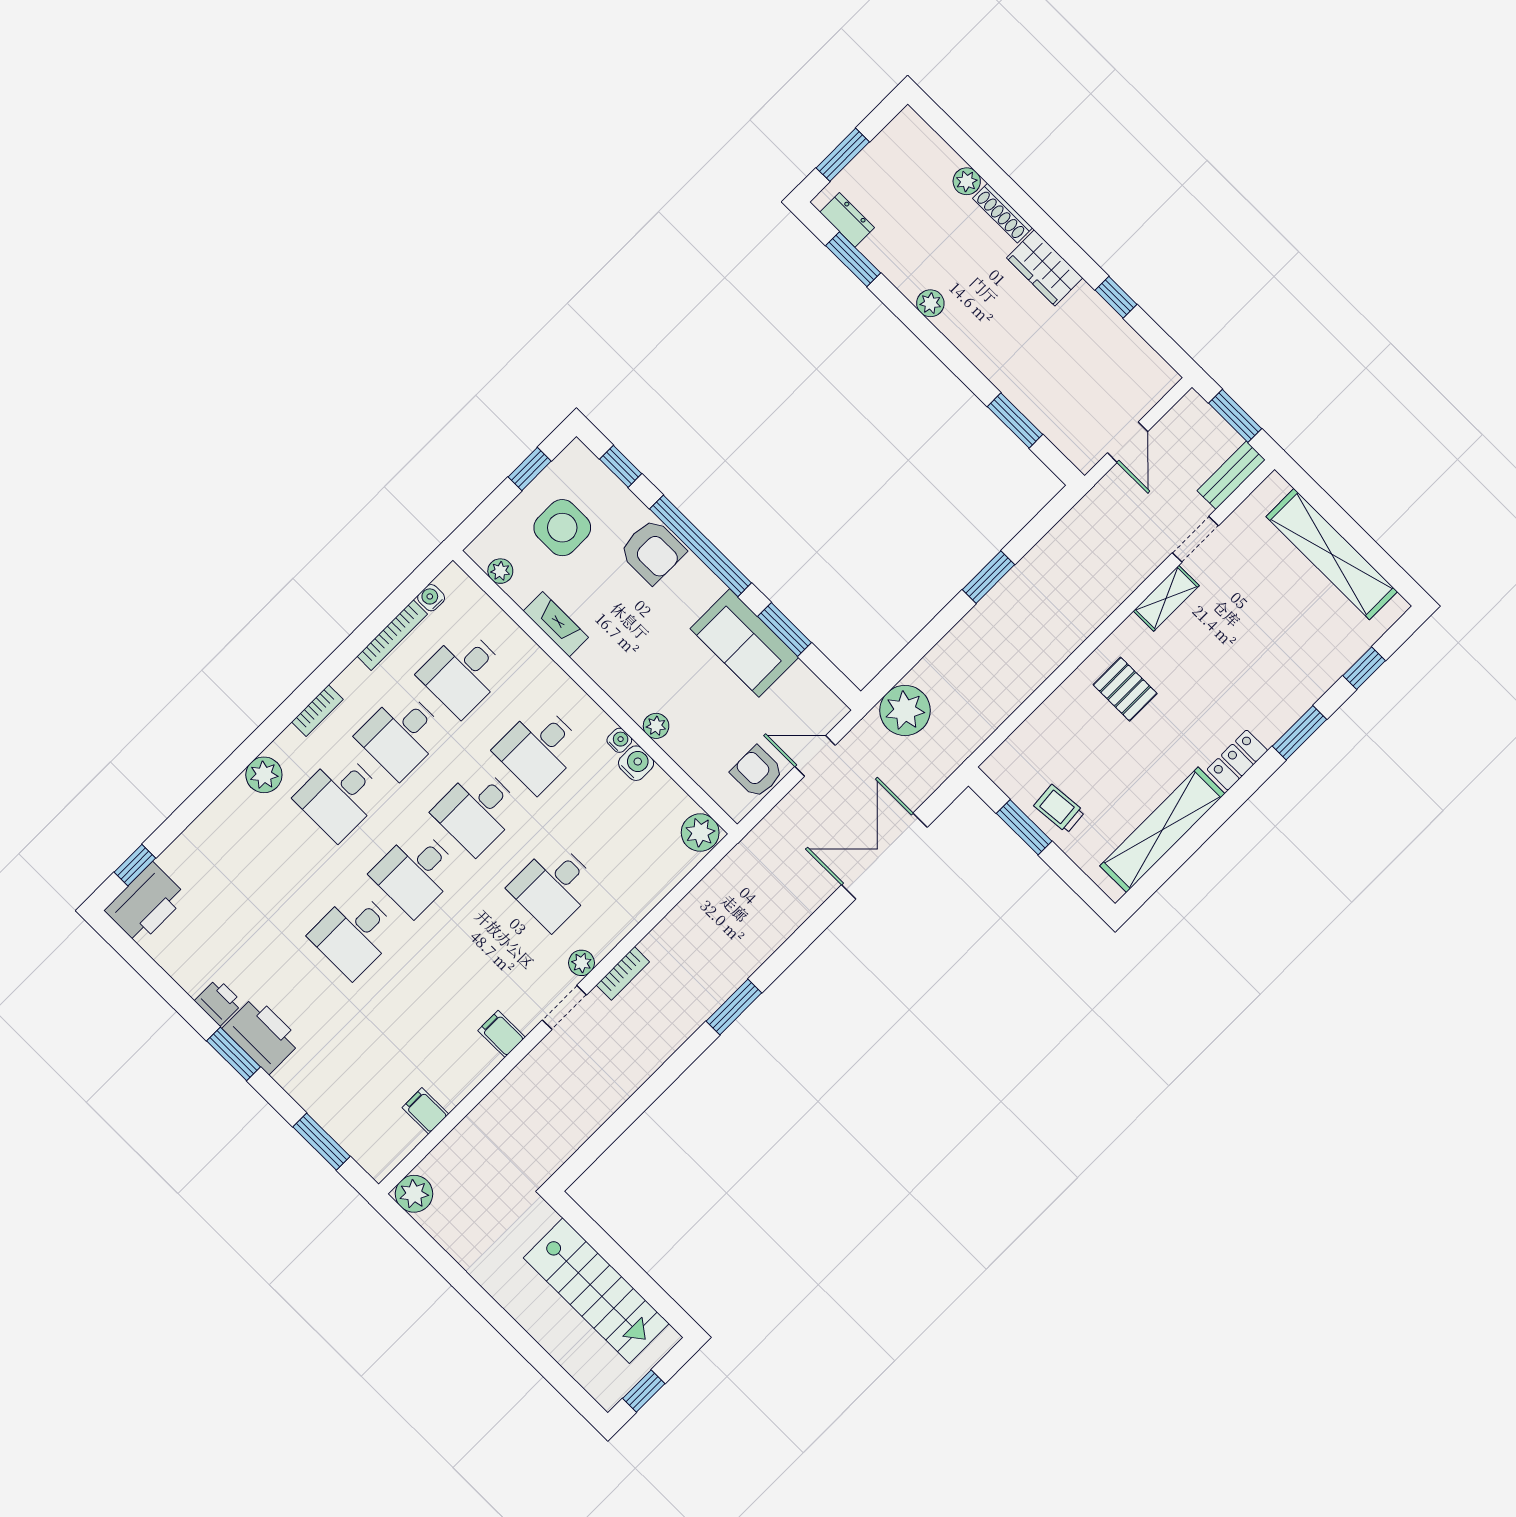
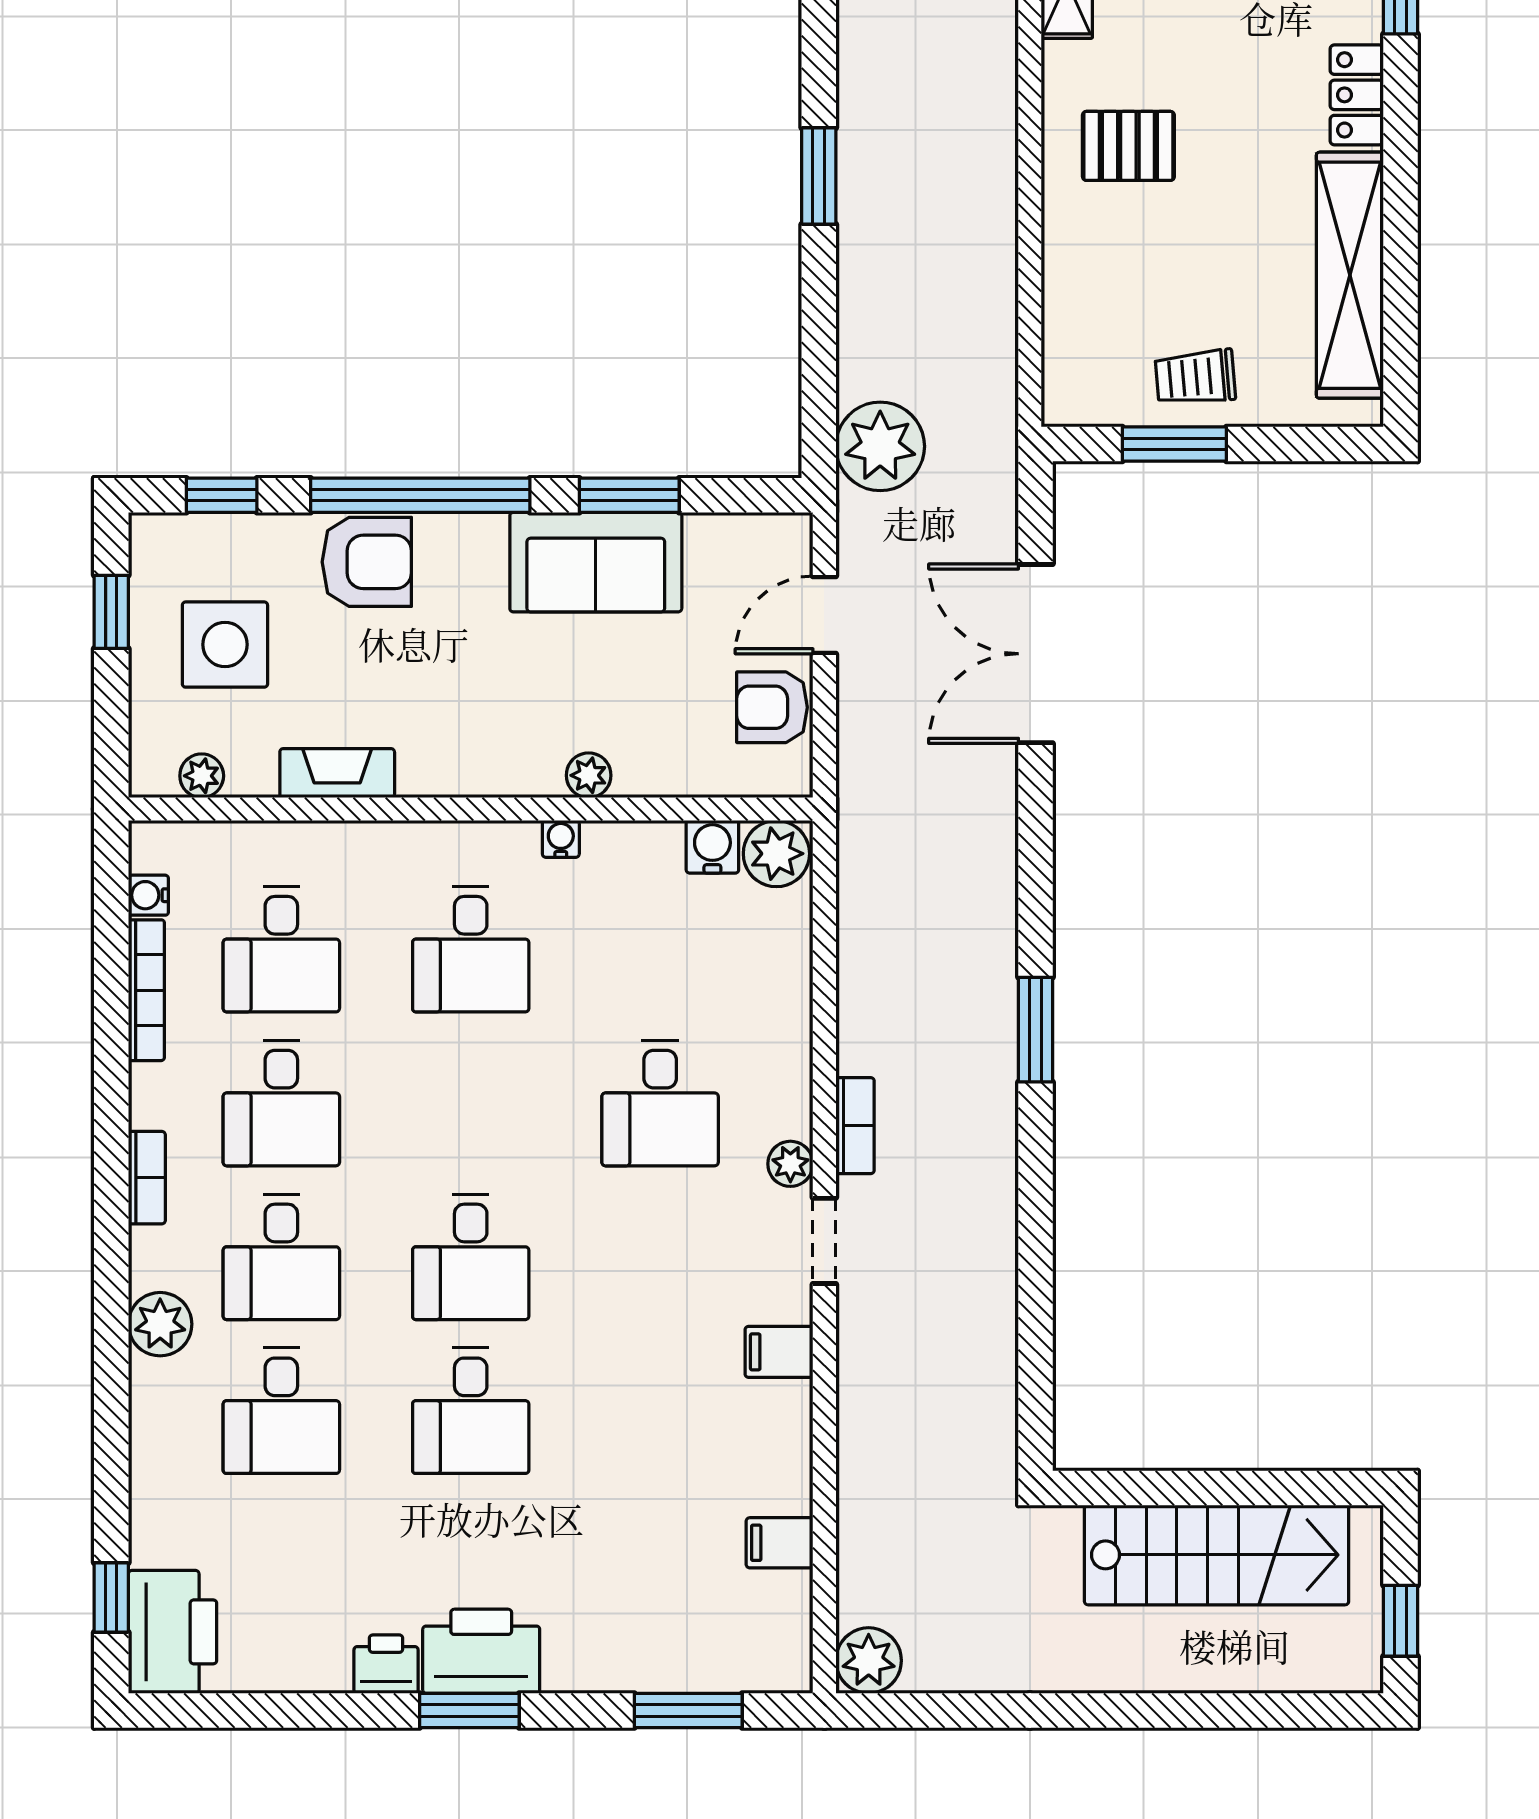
water cooler: (636, 763) -> (712, 847), moved
desk: (477, 810) -> (281, 1411), moved

